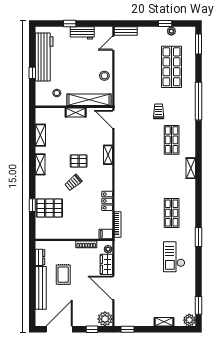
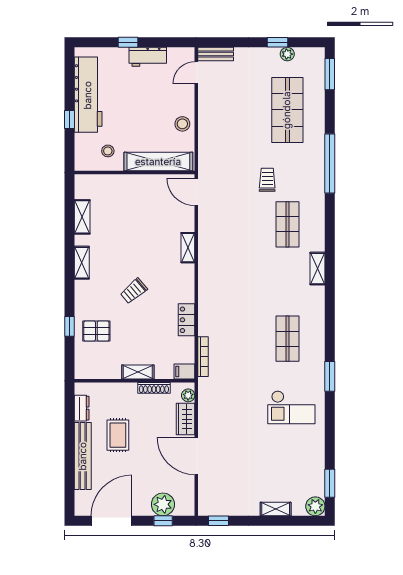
shelving: (76, 112) -> (138, 372), moved
pallet: (79, 161) -> (142, 257), removed
pallet: (49, 208) -> (96, 331), width x0.67, depth x0.71
checkout: (174, 257) -> (291, 407), turned -90
plant: (105, 319) -> (163, 504), moved

